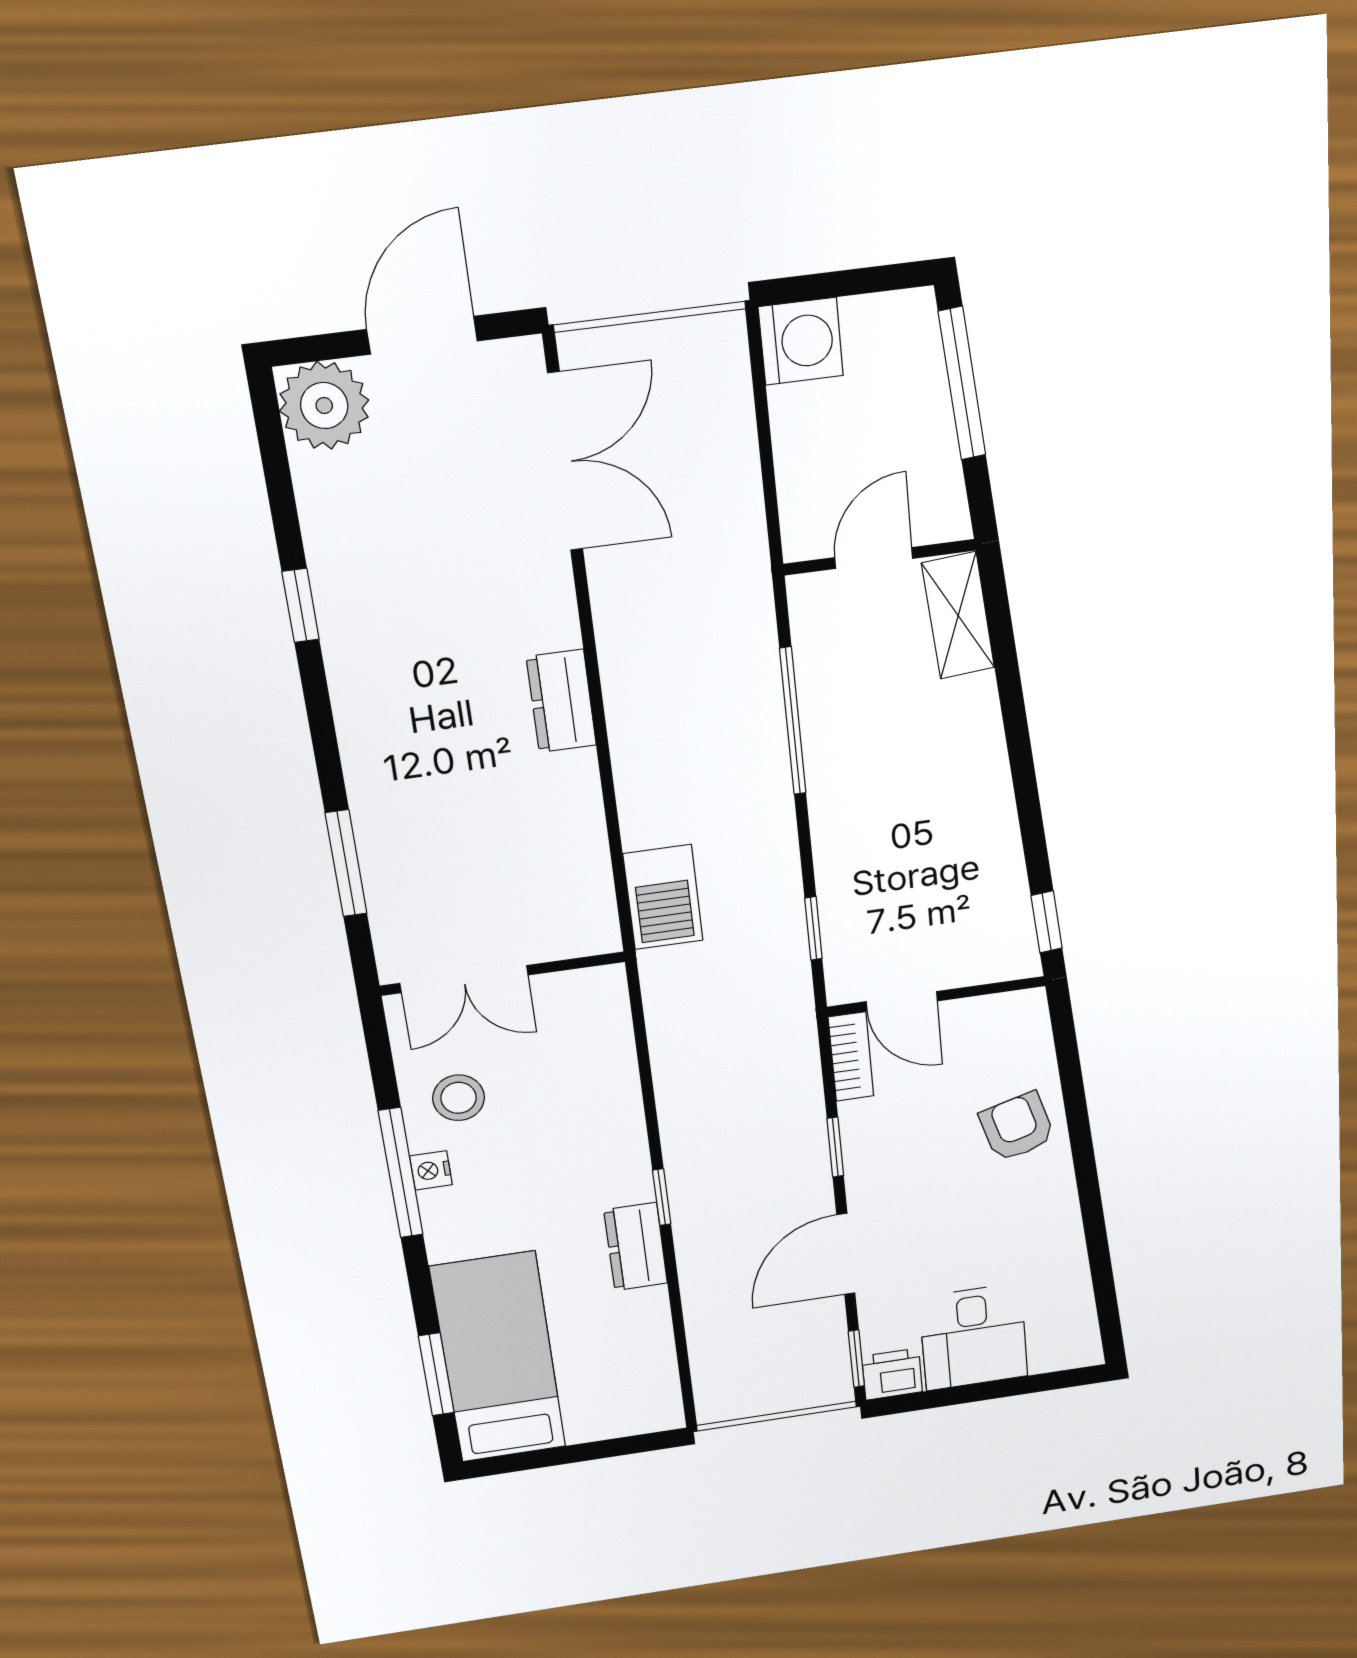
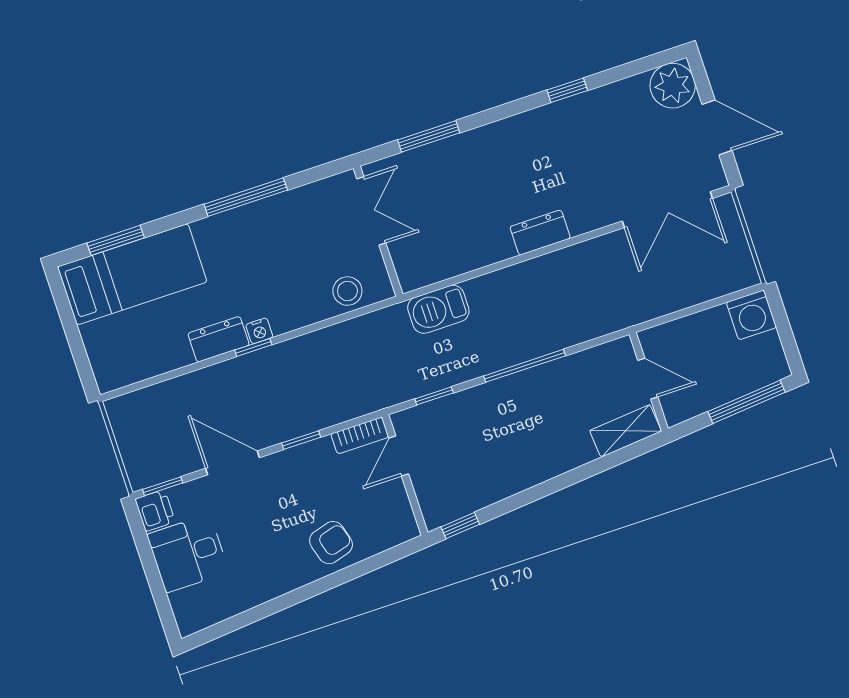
window: (793, 721) -> (525, 366), moved
double door: (464, 979) -> (371, 211), swing flipped
stool: (458, 1098) -> (347, 291), moved
nightstand: (431, 1170) -> (259, 331), moved, turned 180

